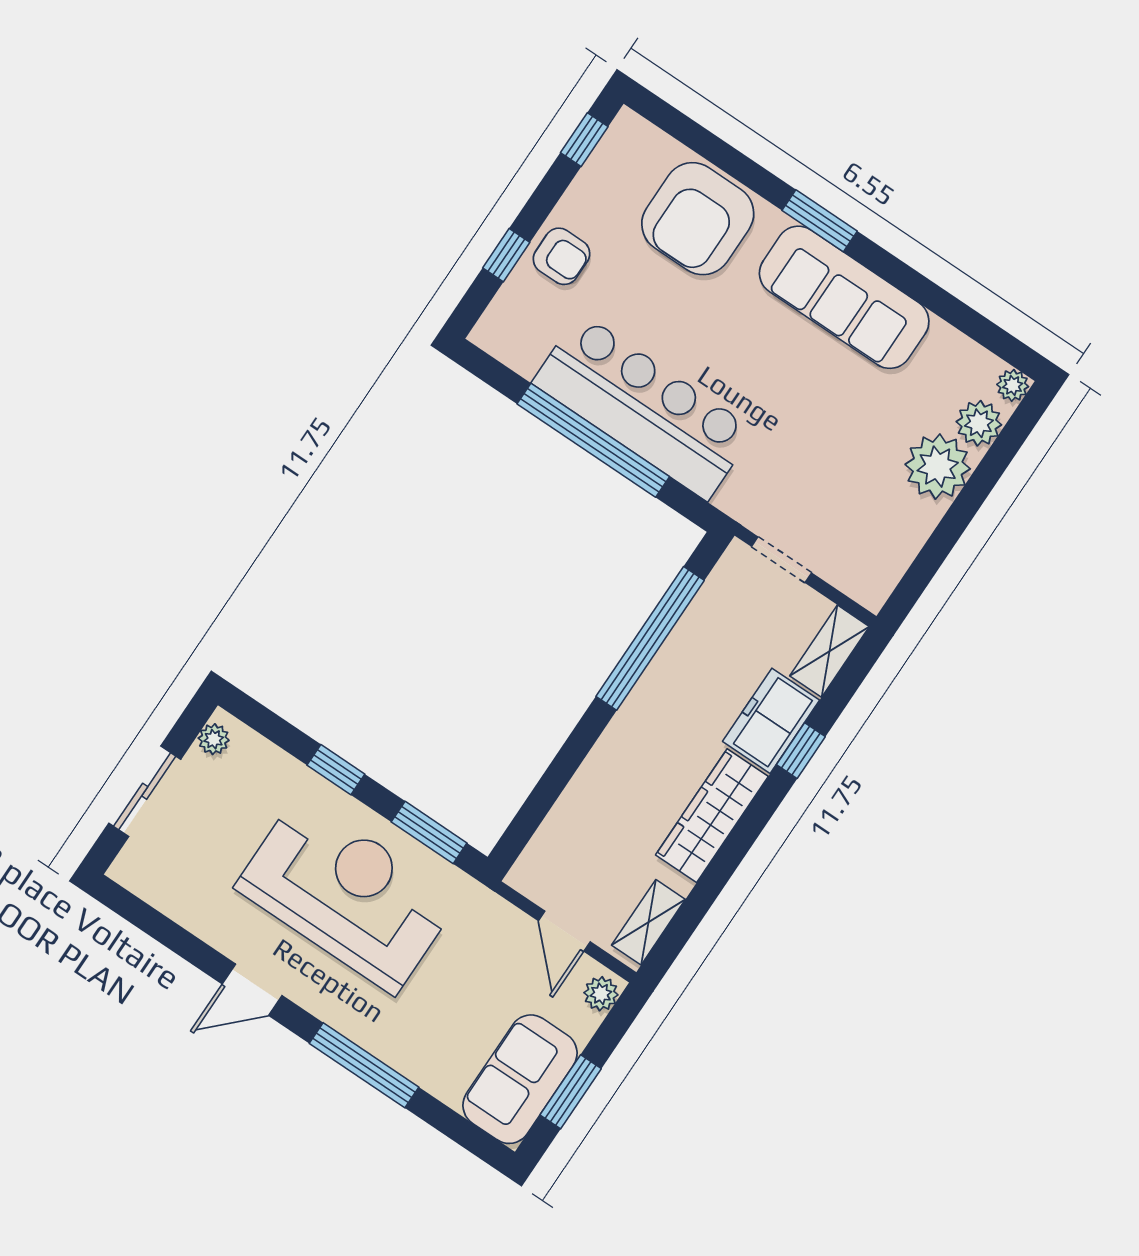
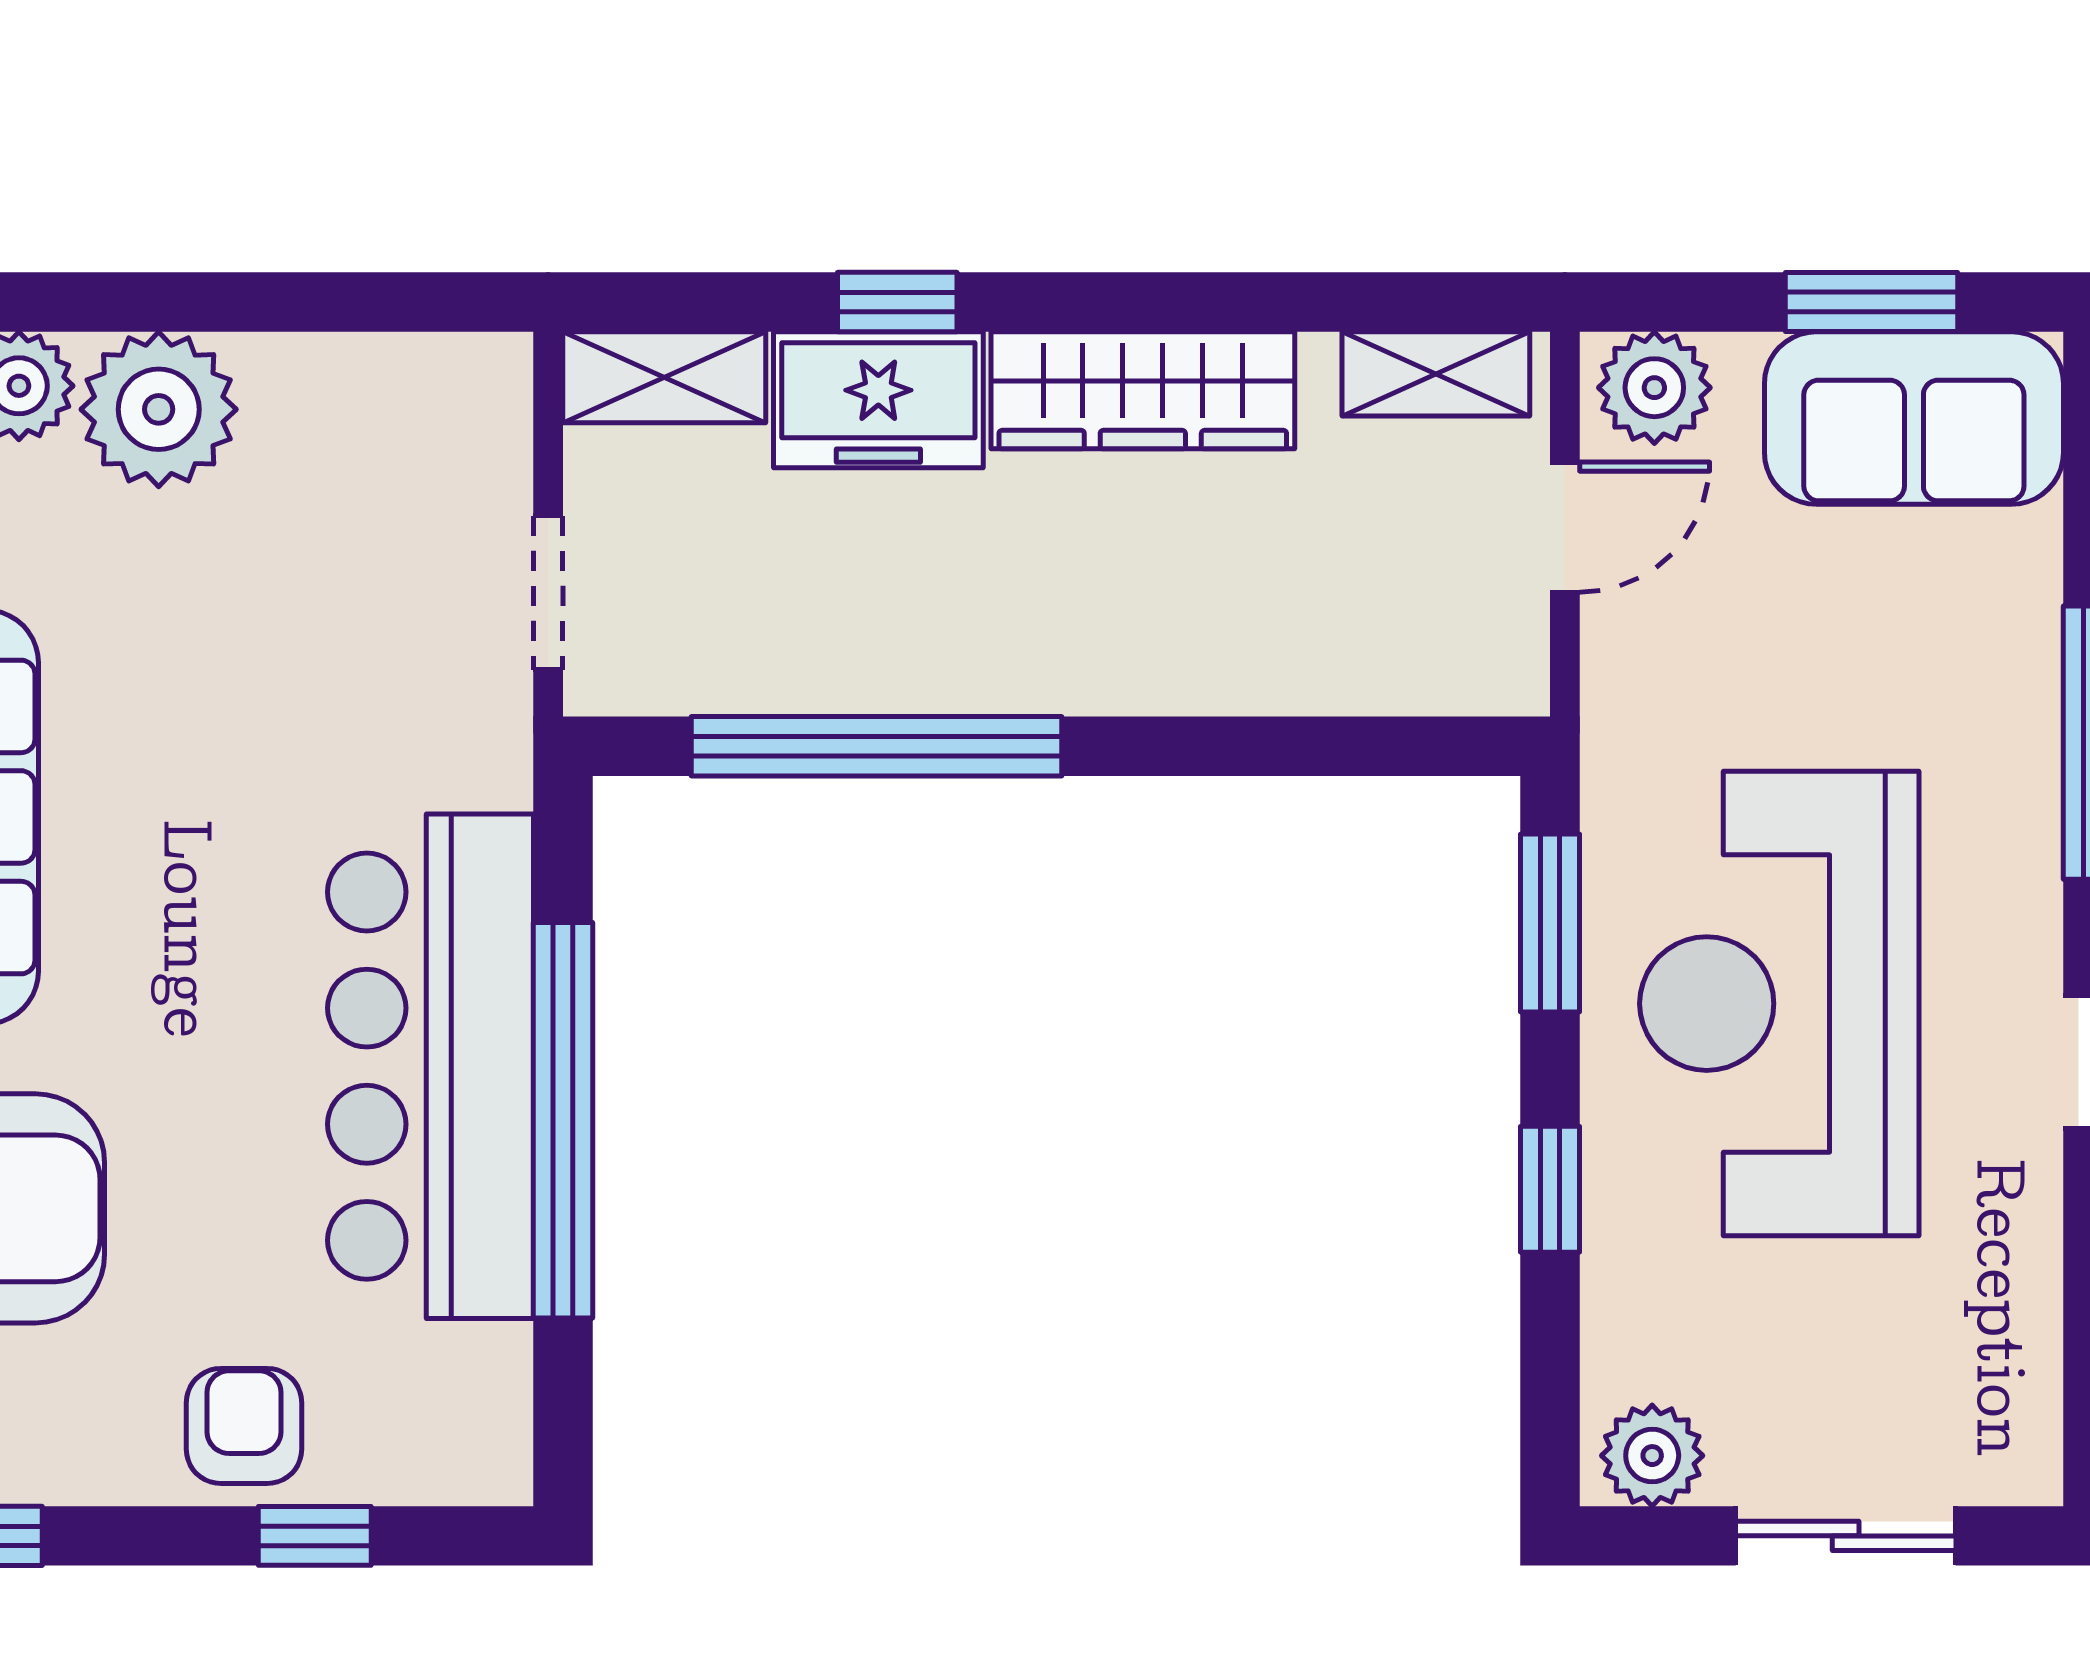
plant: (214, 739) -> (1652, 1456), width x1.38, depth x1.38
plant: (601, 994) -> (1654, 388), width x1.38, depth x1.38

